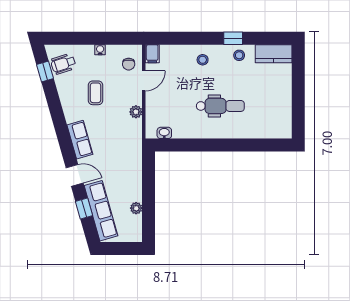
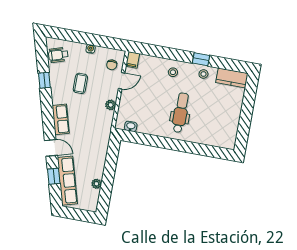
window: (45, 71) -> (44, 80), moved
dental chair: (220, 106) -> (181, 113), turned -90

